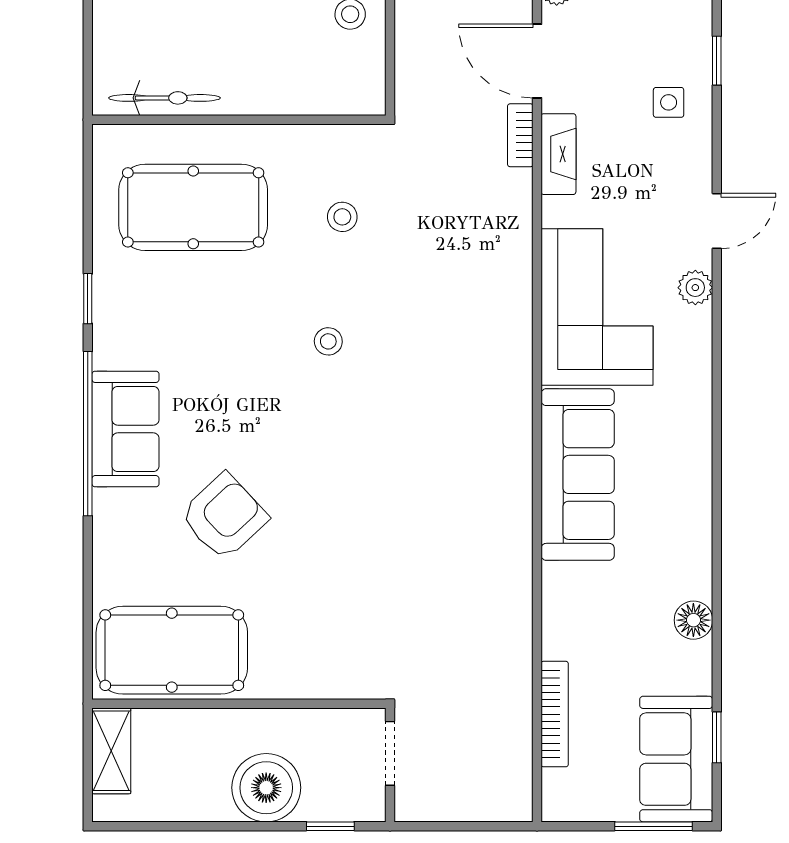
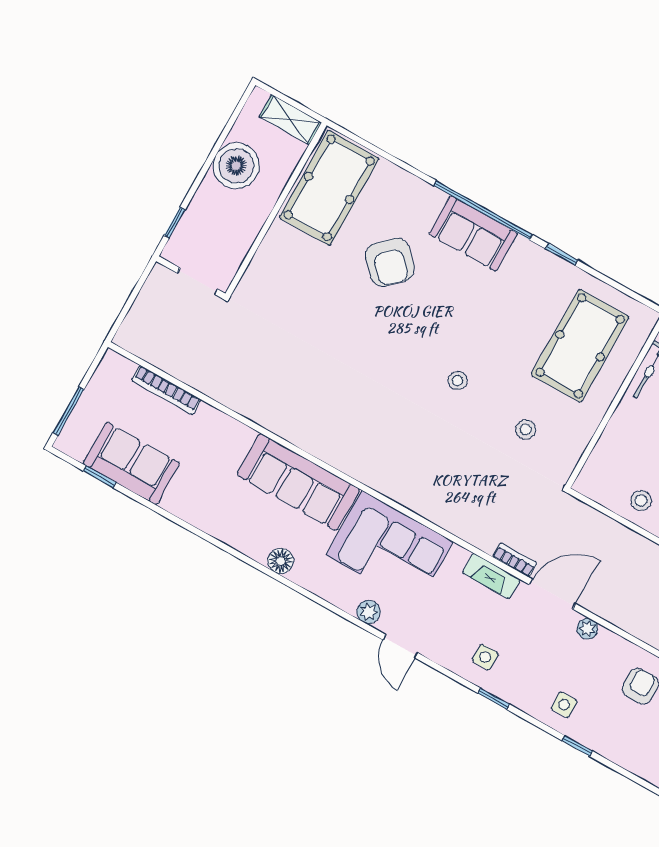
floor lamp: (693, 620) -> (281, 561), moved
sofa: (676, 759) -> (131, 464), moved
boiler: (266, 788) -> (236, 166), moved

